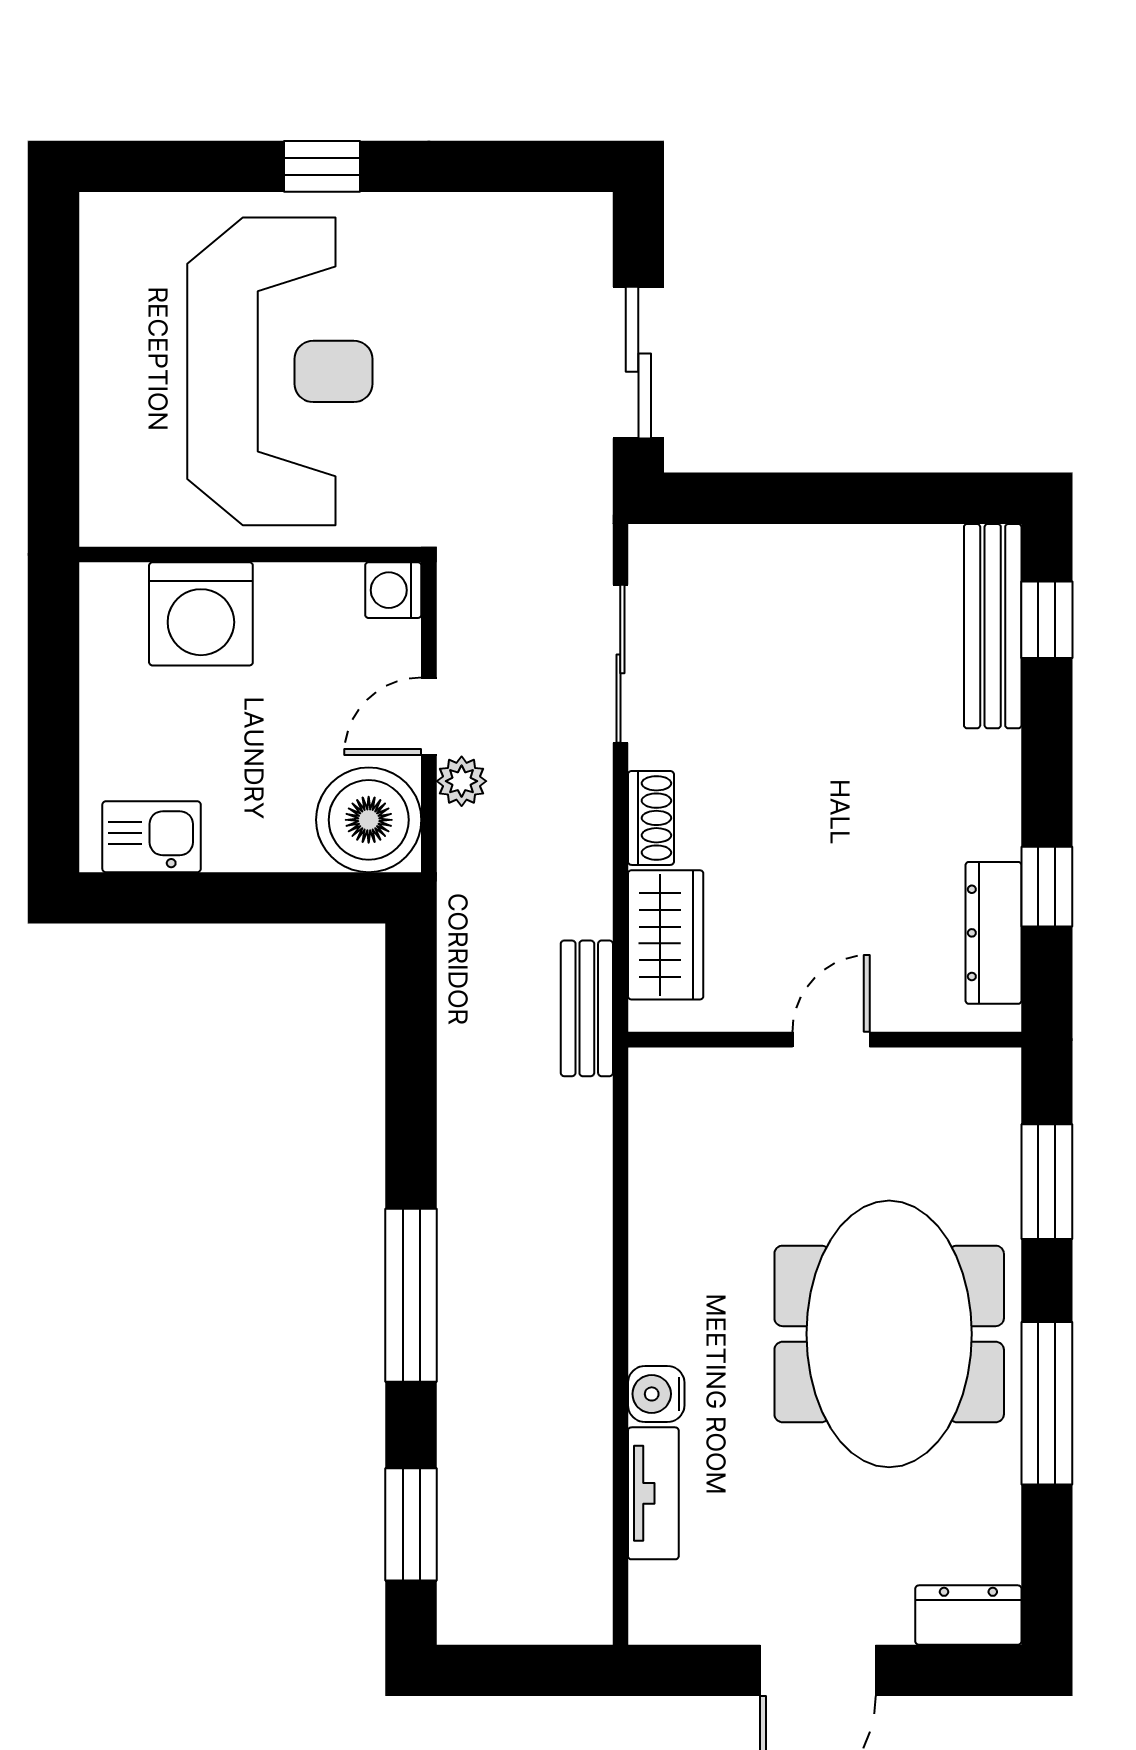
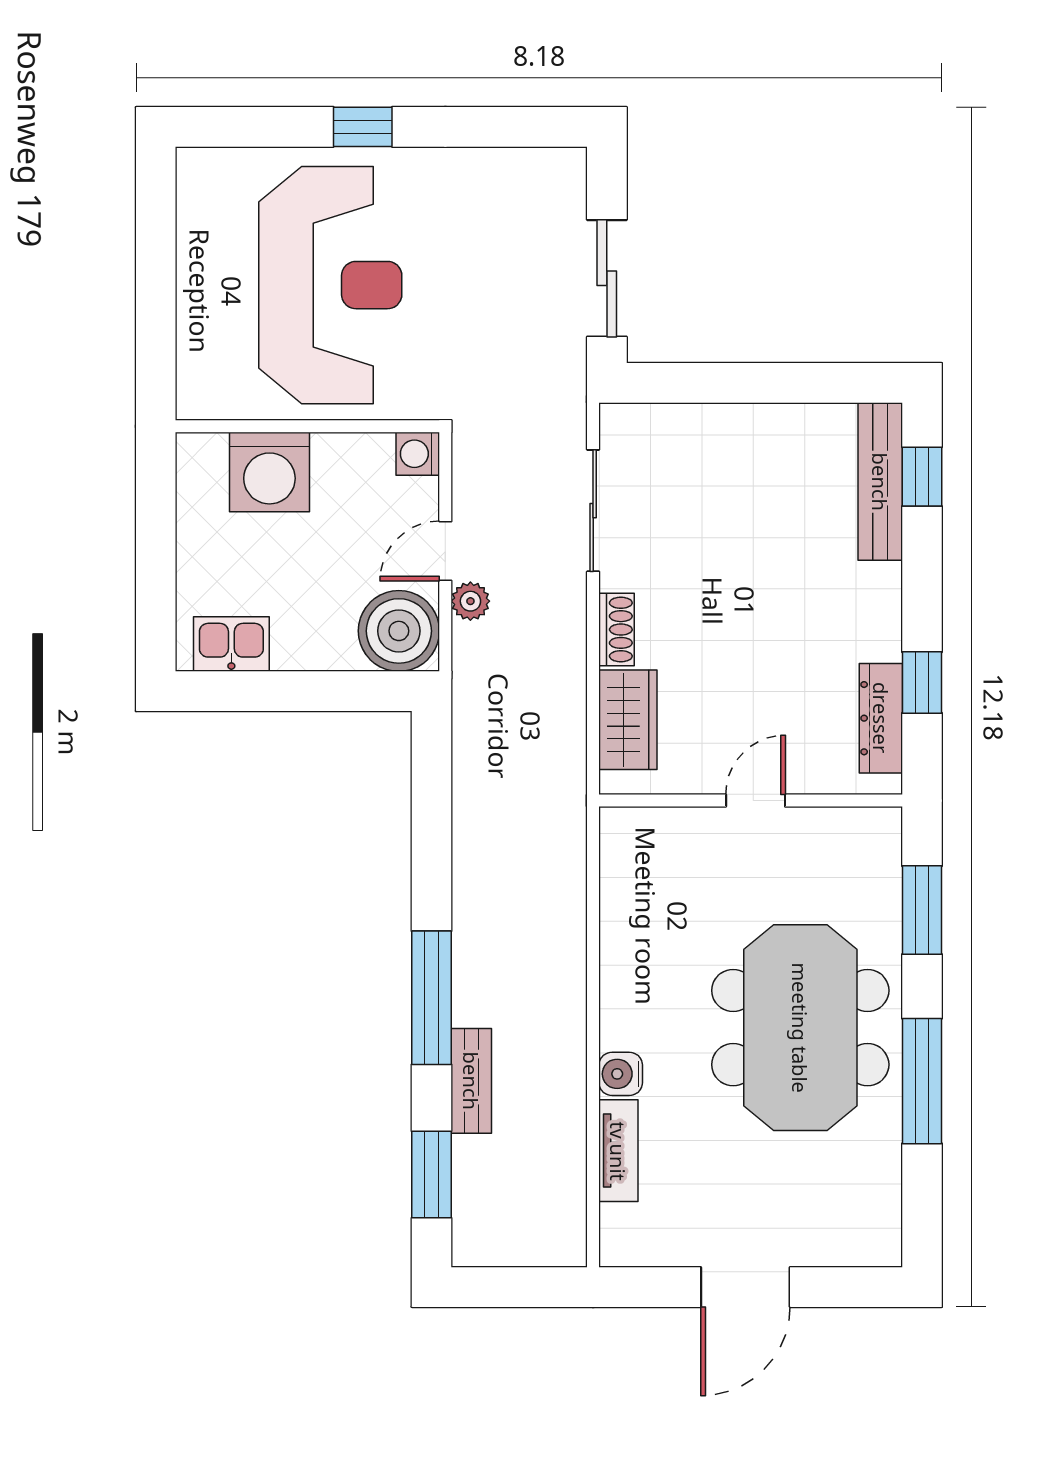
bench: (587, 1008) -> (471, 1081), moved
dresser: (968, 1615) -> (861, 1244), removed

